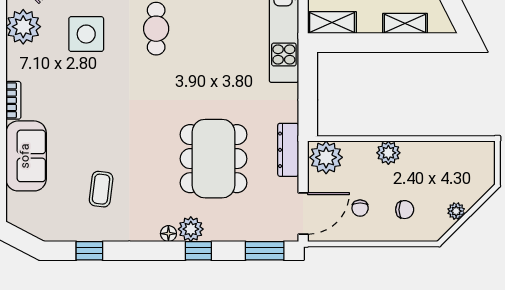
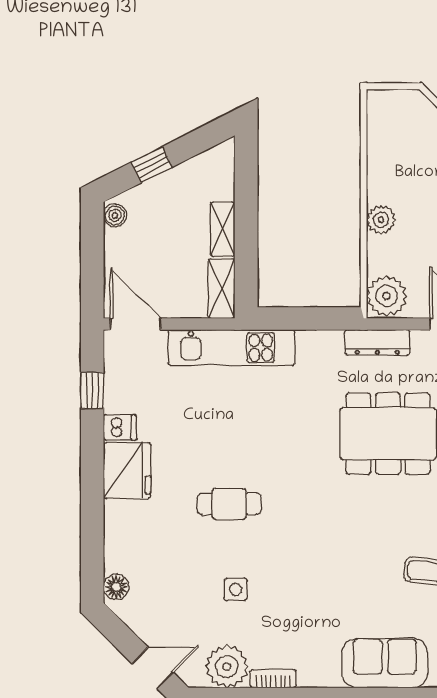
shelving: (405, 23) -> (223, 229), moved
side table: (86, 34) -> (236, 589), width x0.54, depth x0.54
bookcase: (13, 100) -> (273, 679), moved

